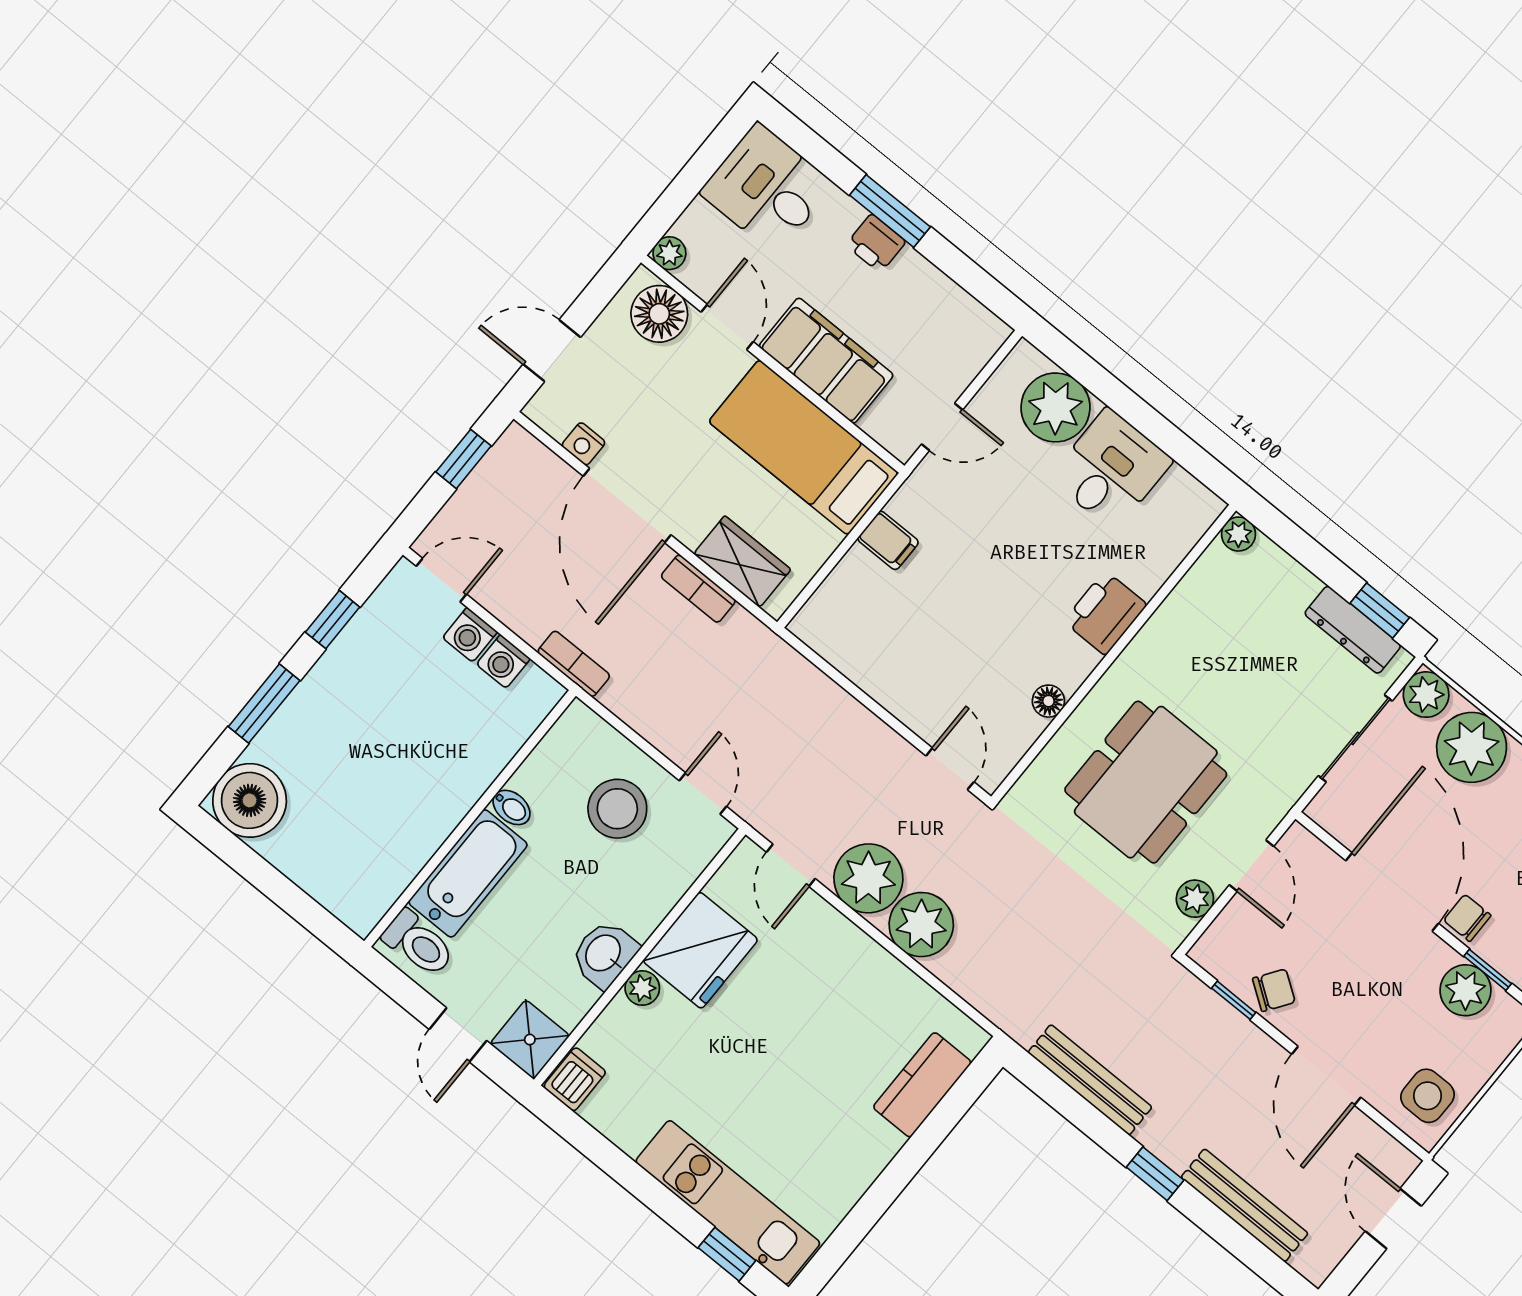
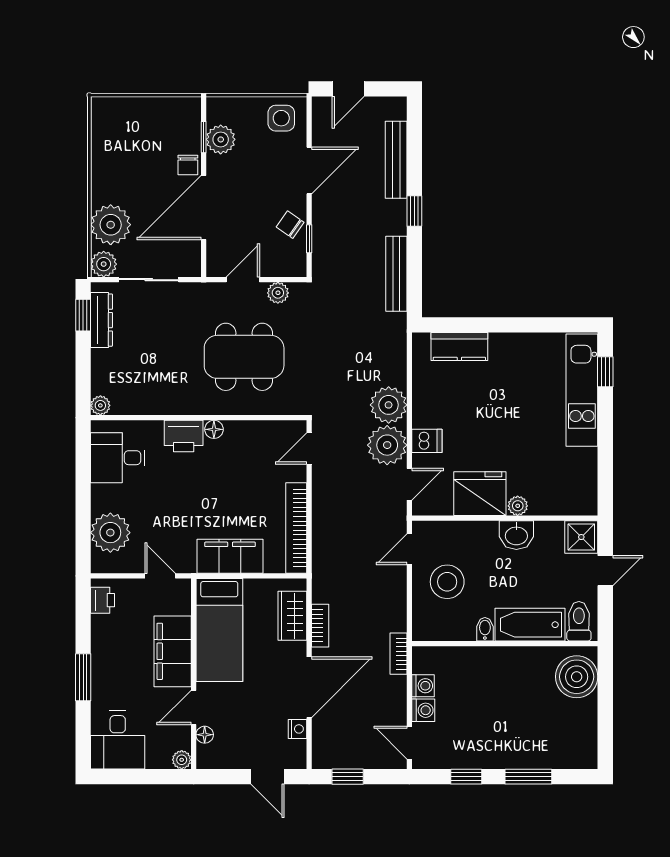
printer: (876, 243) -> (103, 600), moved
floor lamp: (659, 314) -> (205, 735), width x0.53, depth x0.53
desk: (1111, 469) -> (118, 458), moved
filing cabinet: (888, 540) -> (230, 556), width x3.00, depth x1.17
bookcase: (857, 664) -> (296, 528), added
floor lamp: (1048, 701) -> (214, 429), moved
boiler: (250, 800) -> (577, 677), moved
dishwasher: (575, 1079) -> (427, 441), moved, turned 180

